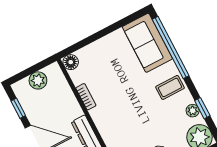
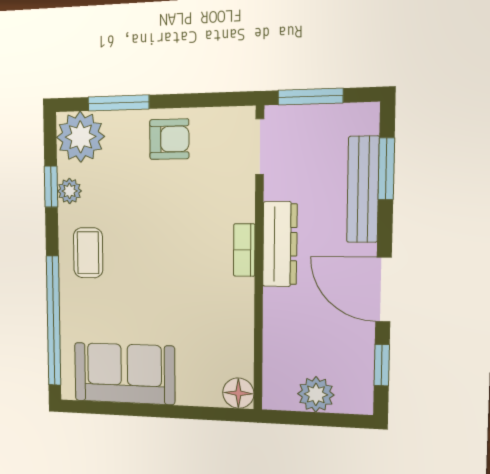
sofa: (147, 43) -> (124, 373), moved, turned -90
coffee table: (170, 87) -> (88, 253), turned 90
bookcase: (86, 97) -> (244, 250), moved

